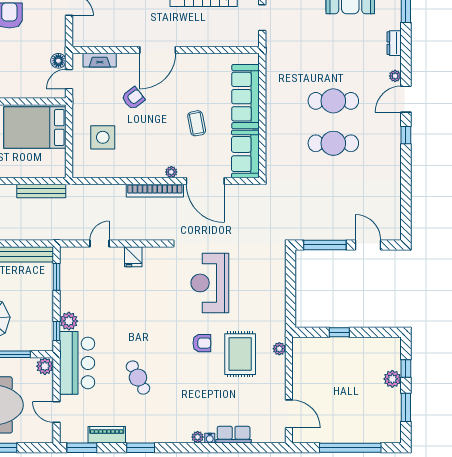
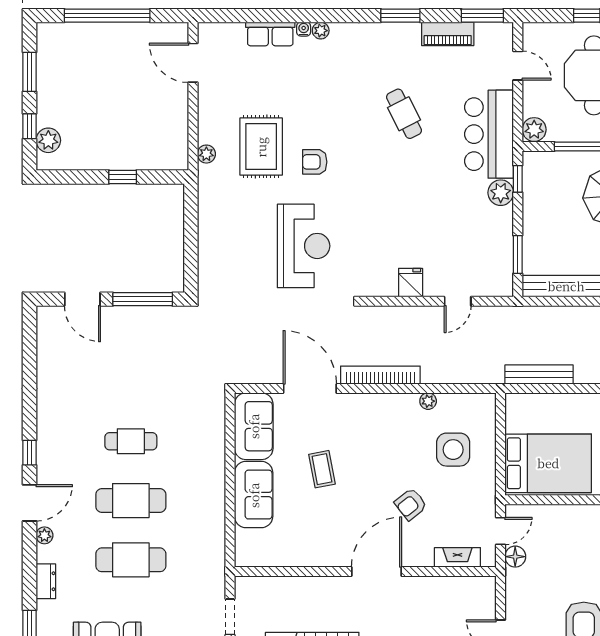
cafe table: (333, 58) -> (131, 560), added
sofa: (246, 97) -> (254, 495), width x0.73
cafe table: (333, 143) -> (131, 441), width x0.73, depth x0.74
plant: (171, 172) -> (428, 401), moved
plant: (392, 379) -> (48, 140), moved

